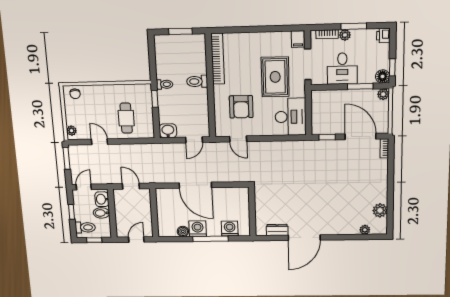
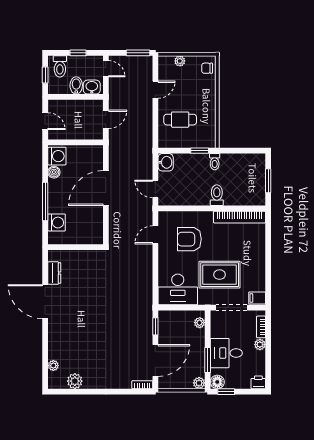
window: (354, 26) -> (268, 353), removed
desk: (342, 69) -> (226, 353), moved
plant: (323, 95) -> (200, 323), added
plant: (71, 131) -> (180, 61), moved
washing machine: (198, 229) -> (57, 156), moved

